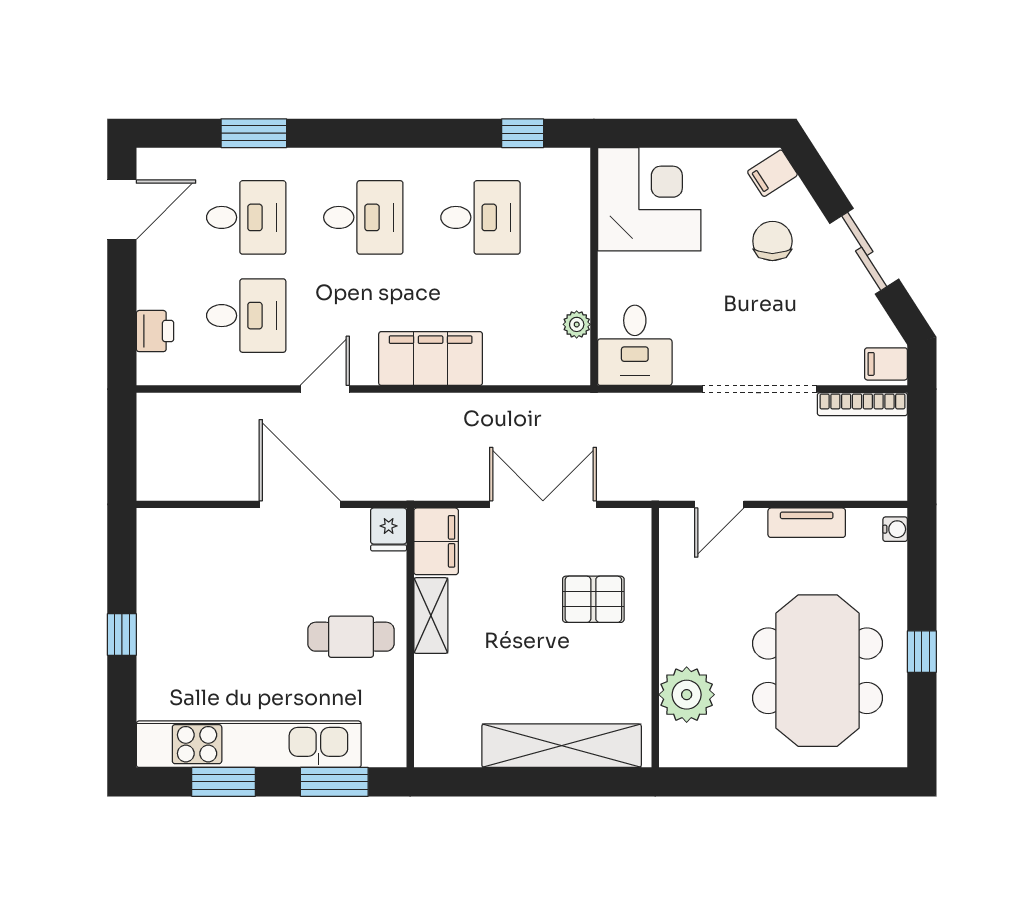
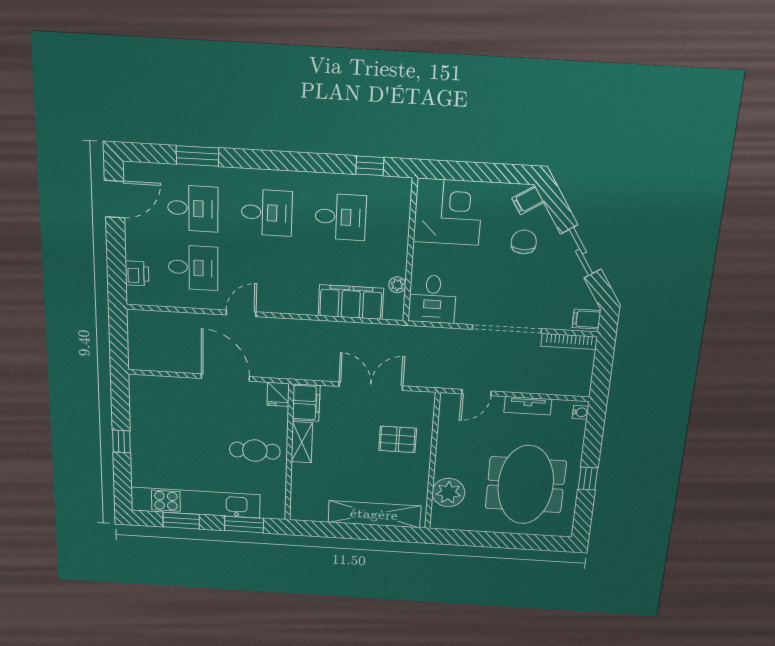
filing cabinet: (431, 359) -> (351, 302), moved

